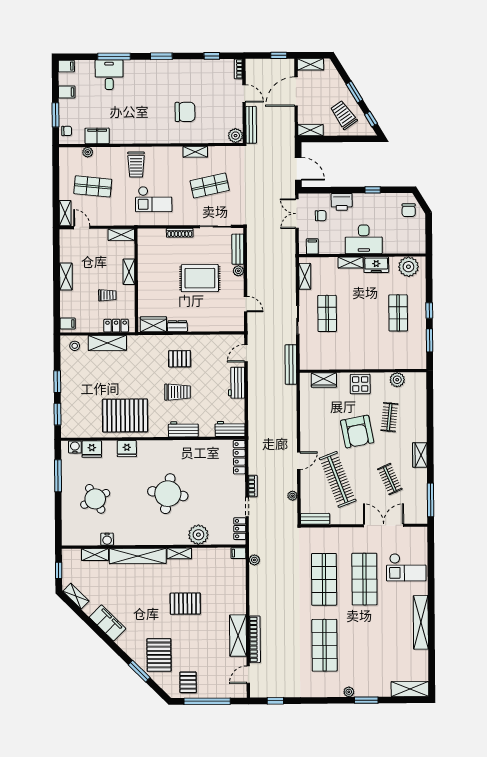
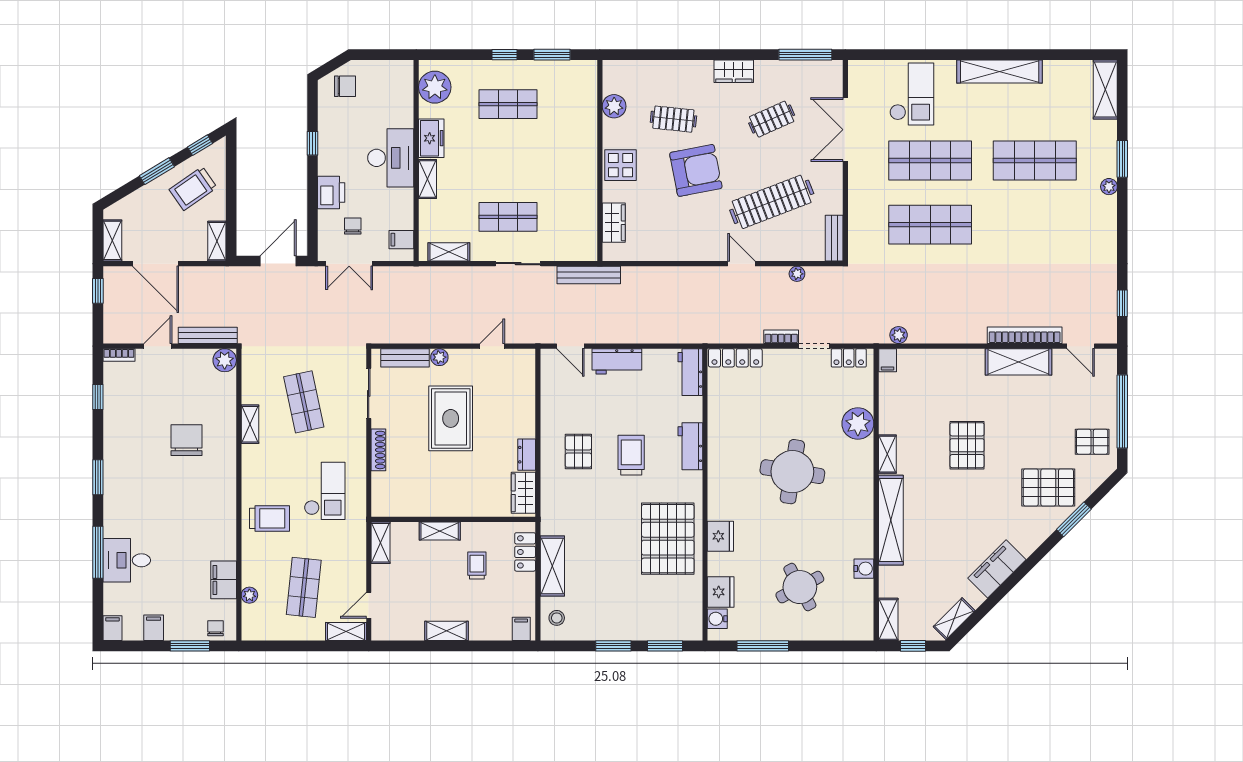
shelving: (95, 555) -> (888, 619), moved
shop shelf: (325, 645) -> (1035, 160), moved

